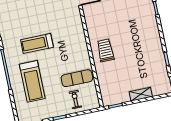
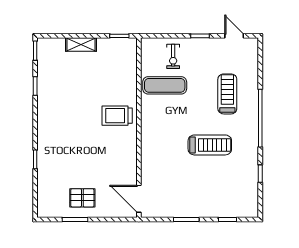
trolley: (105, 50) -> (117, 116), turned 90
treadmill: (32, 81) -> (227, 94), width x0.73, depth x0.73

